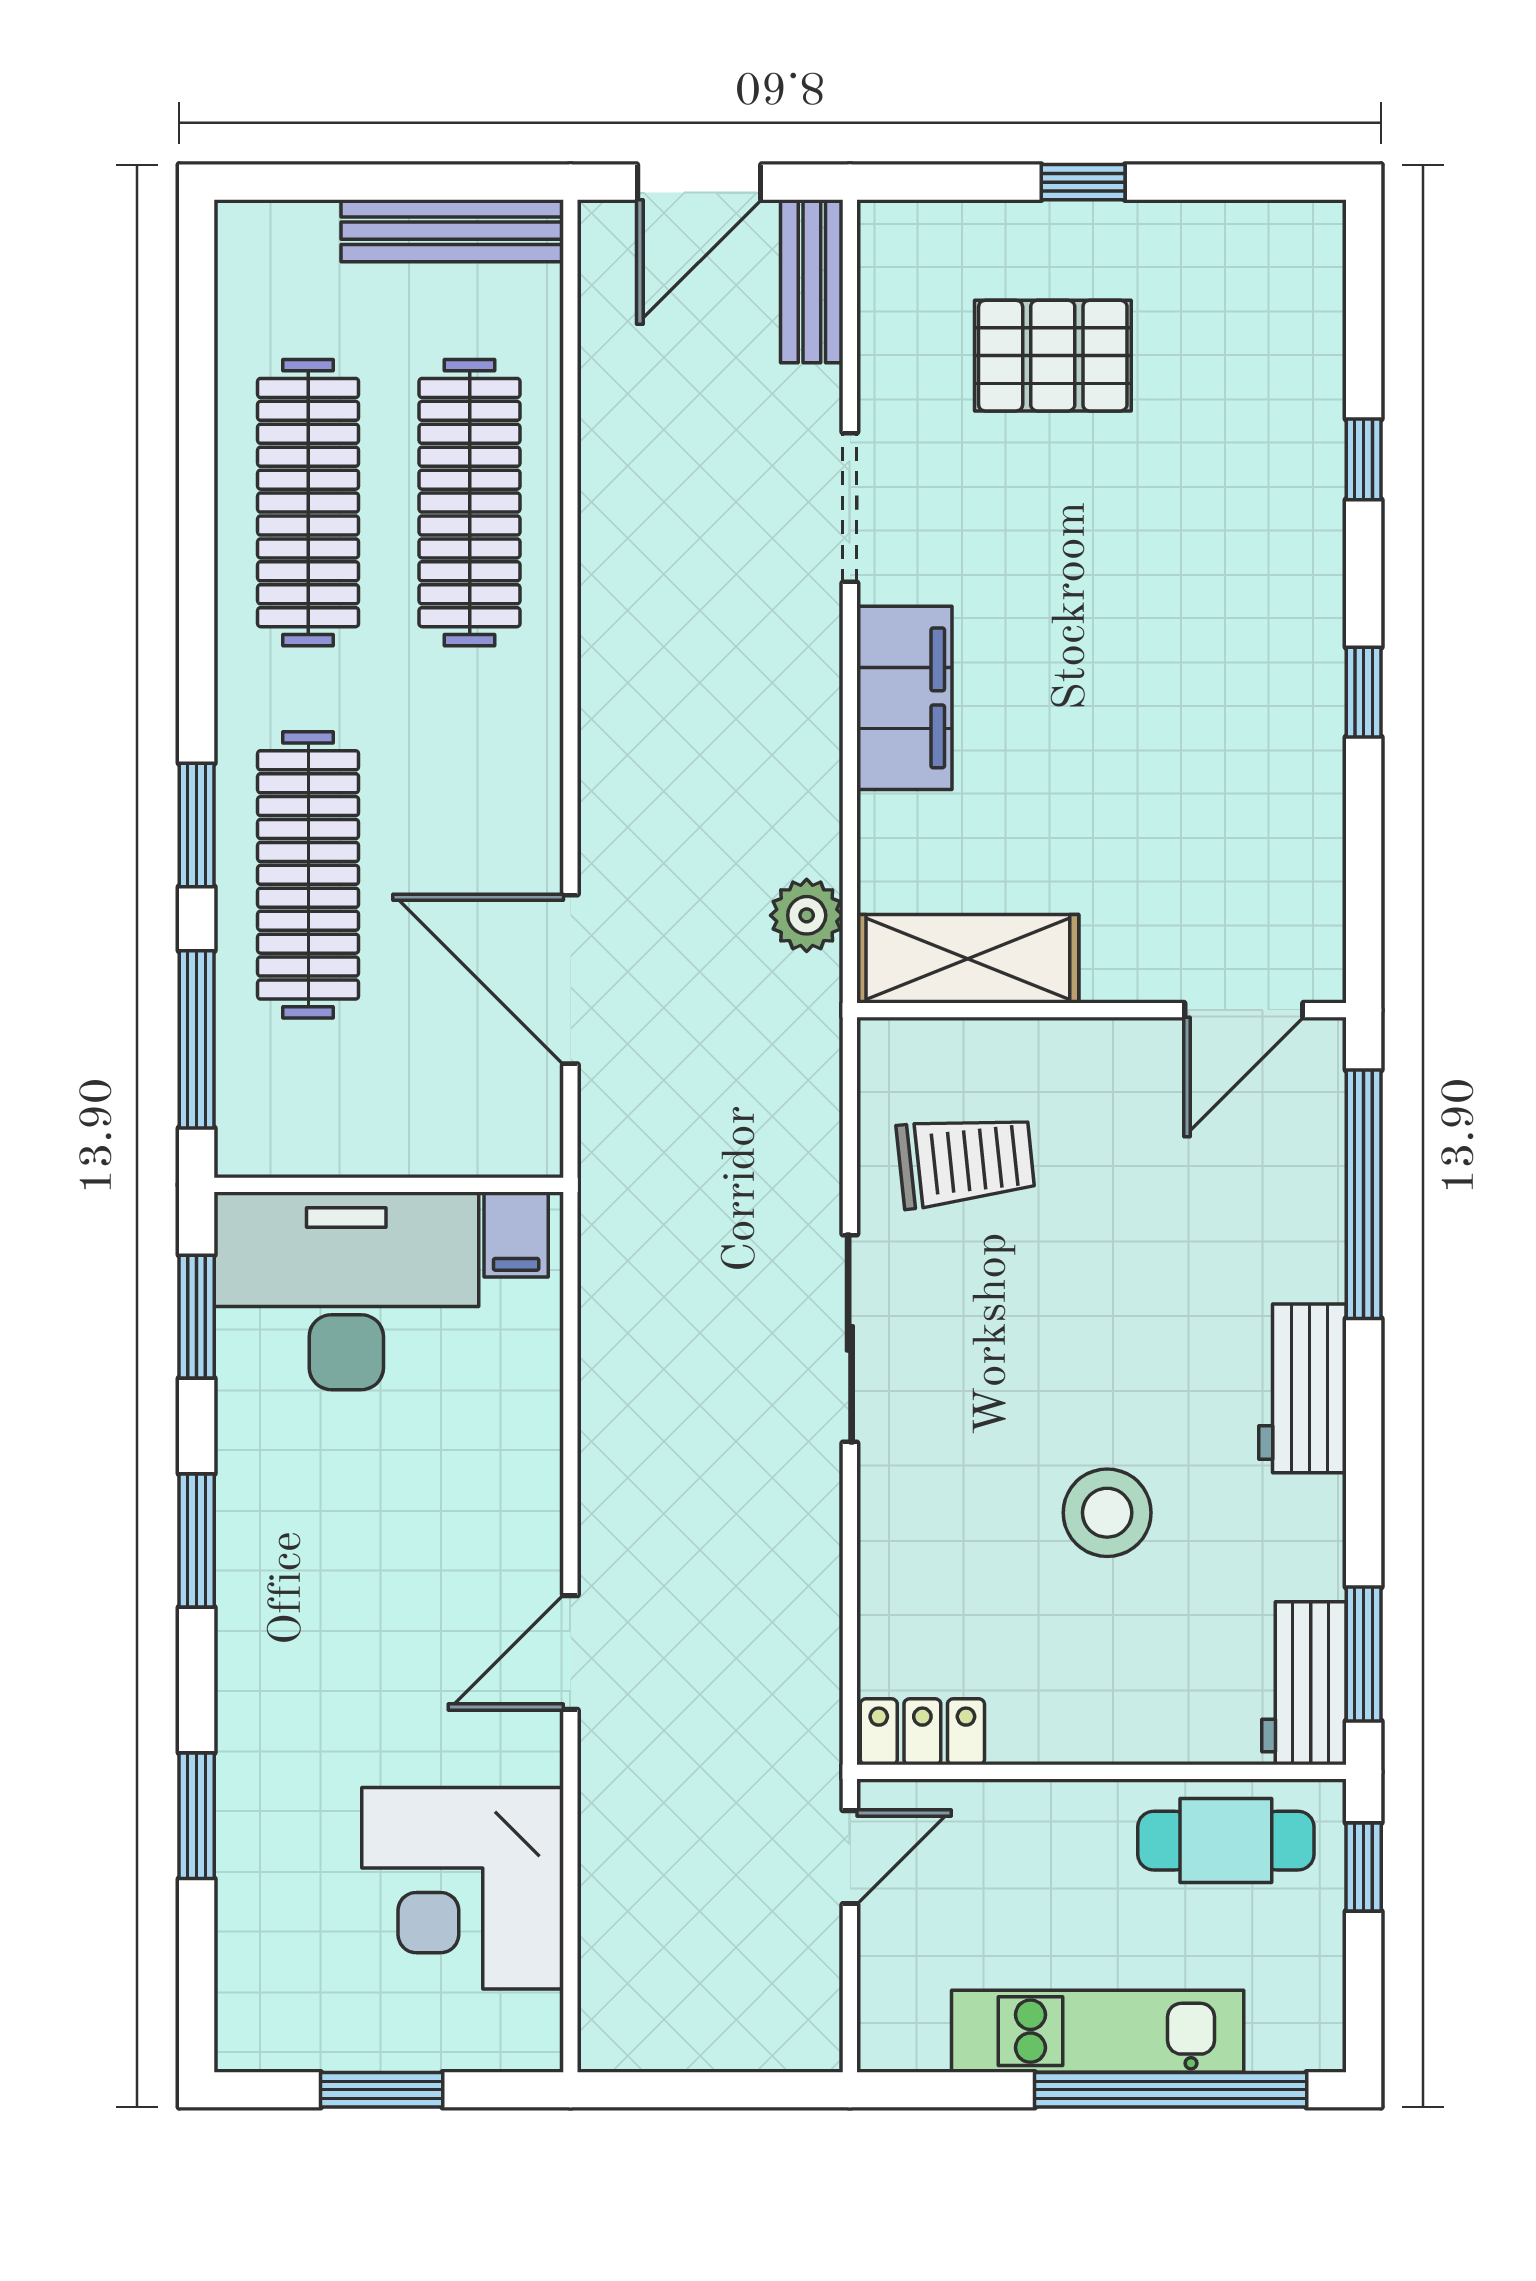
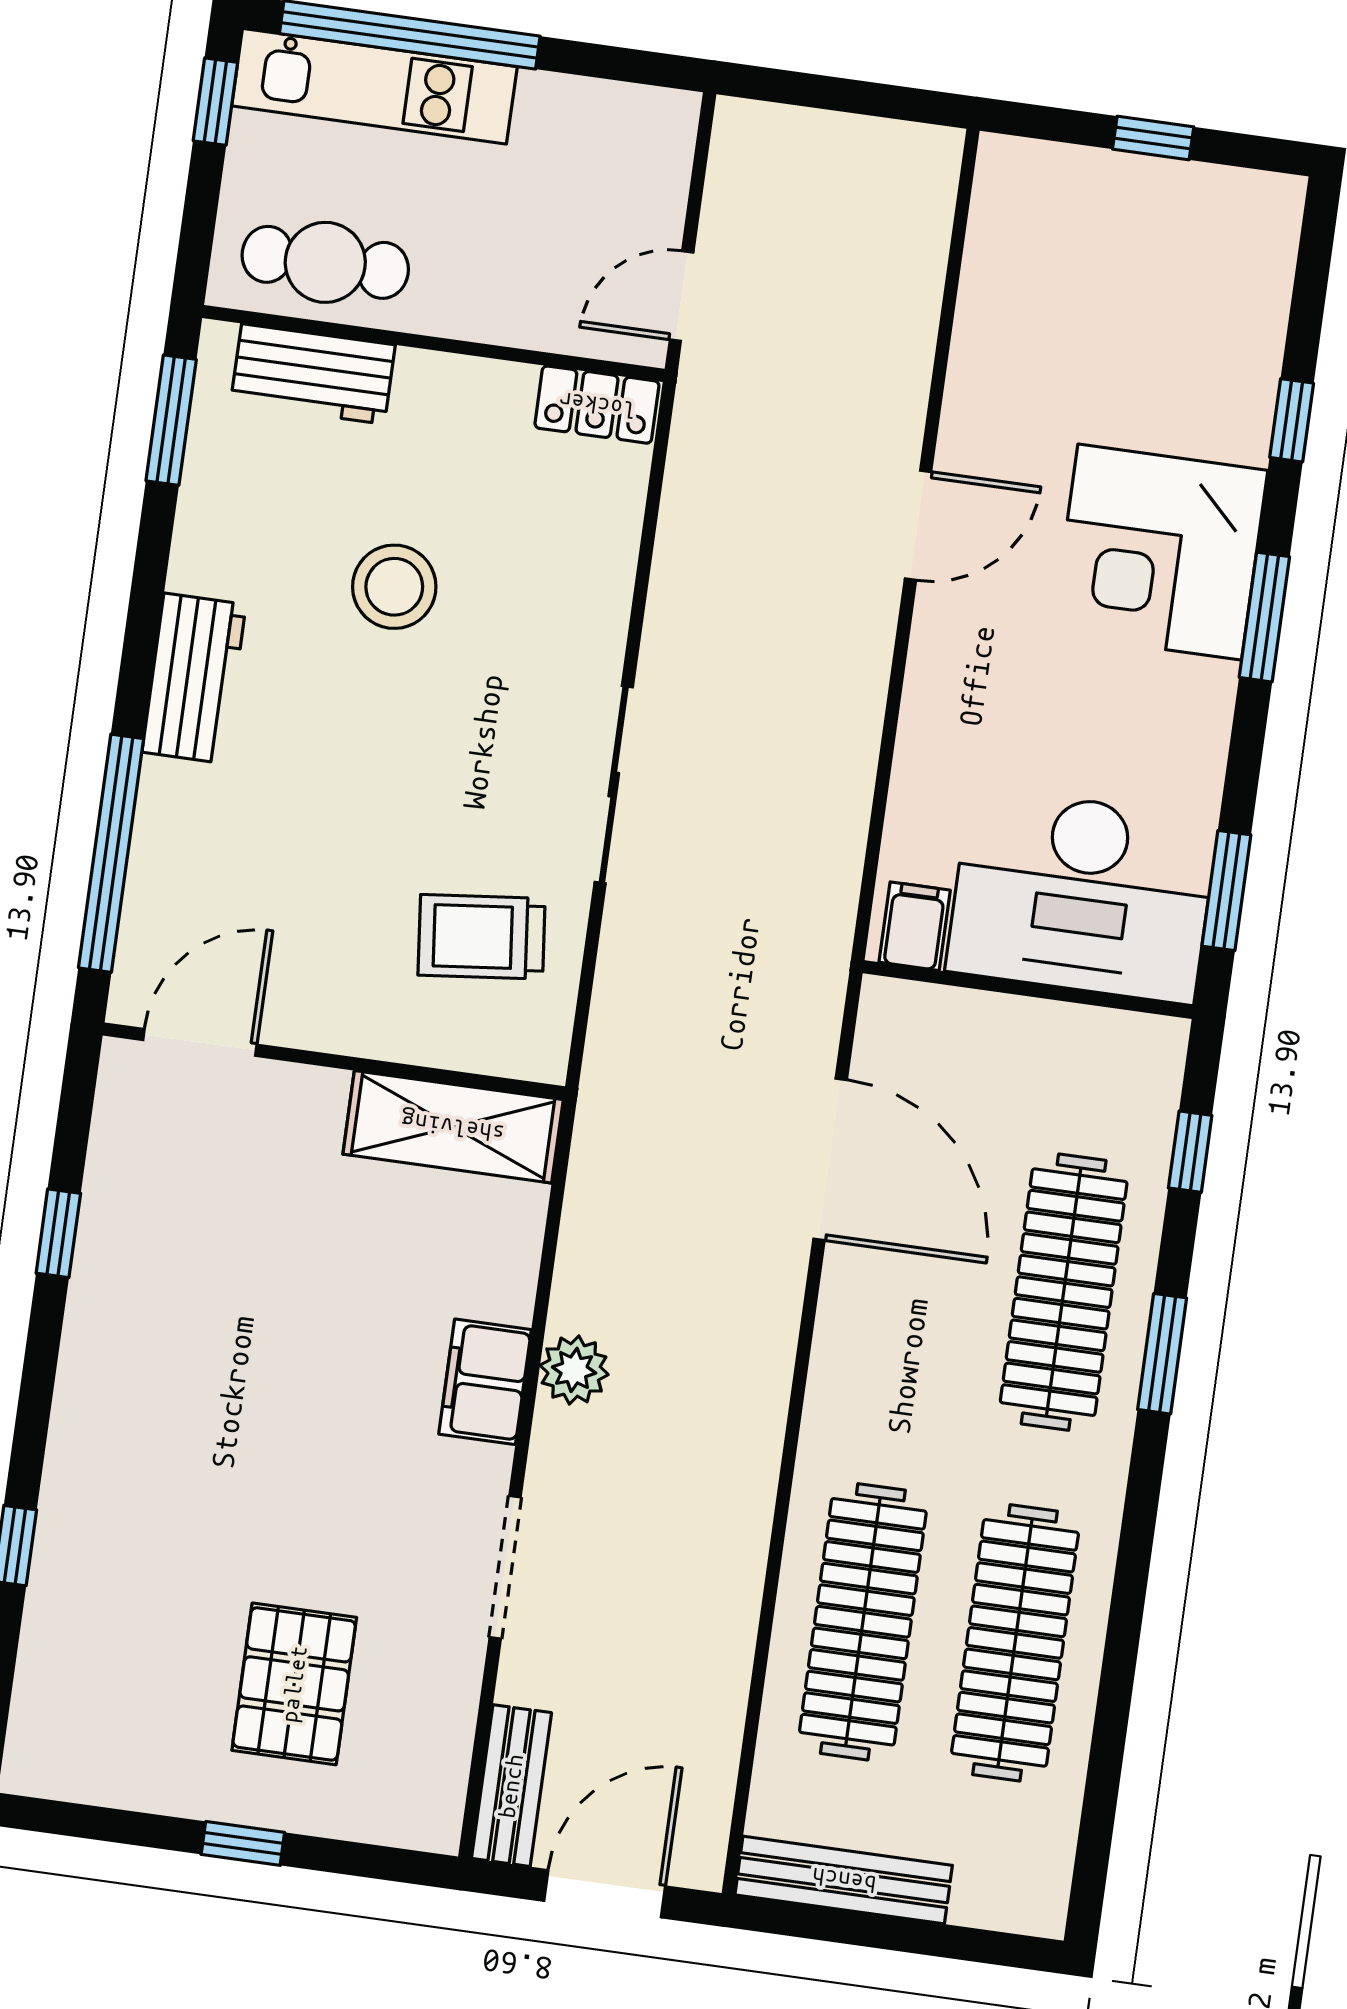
pallet: (1053, 356) -> (294, 1684), turned 90
window: (1364, 692) -> (58, 1233), moved
filing cabinet: (904, 698) -> (485, 1382), width x0.67, depth x0.86
plant: (807, 915) -> (574, 1370), moved
window: (197, 1039) -> (1190, 1152), width x0.46
window: (197, 1540) -> (1264, 617), moved
workbench: (1304, 1683) -> (313, 374), moved, turned 90
window: (197, 1816) -> (1292, 420), width x0.67
window: (1364, 1867) -> (215, 102), moved
corner desk: (463, 1888) -> (1160, 552), moved, turned 180
kitchen unit: (1098, 2031) -> (374, 86), moved
window: (382, 2090) -> (1153, 138), width x0.67

